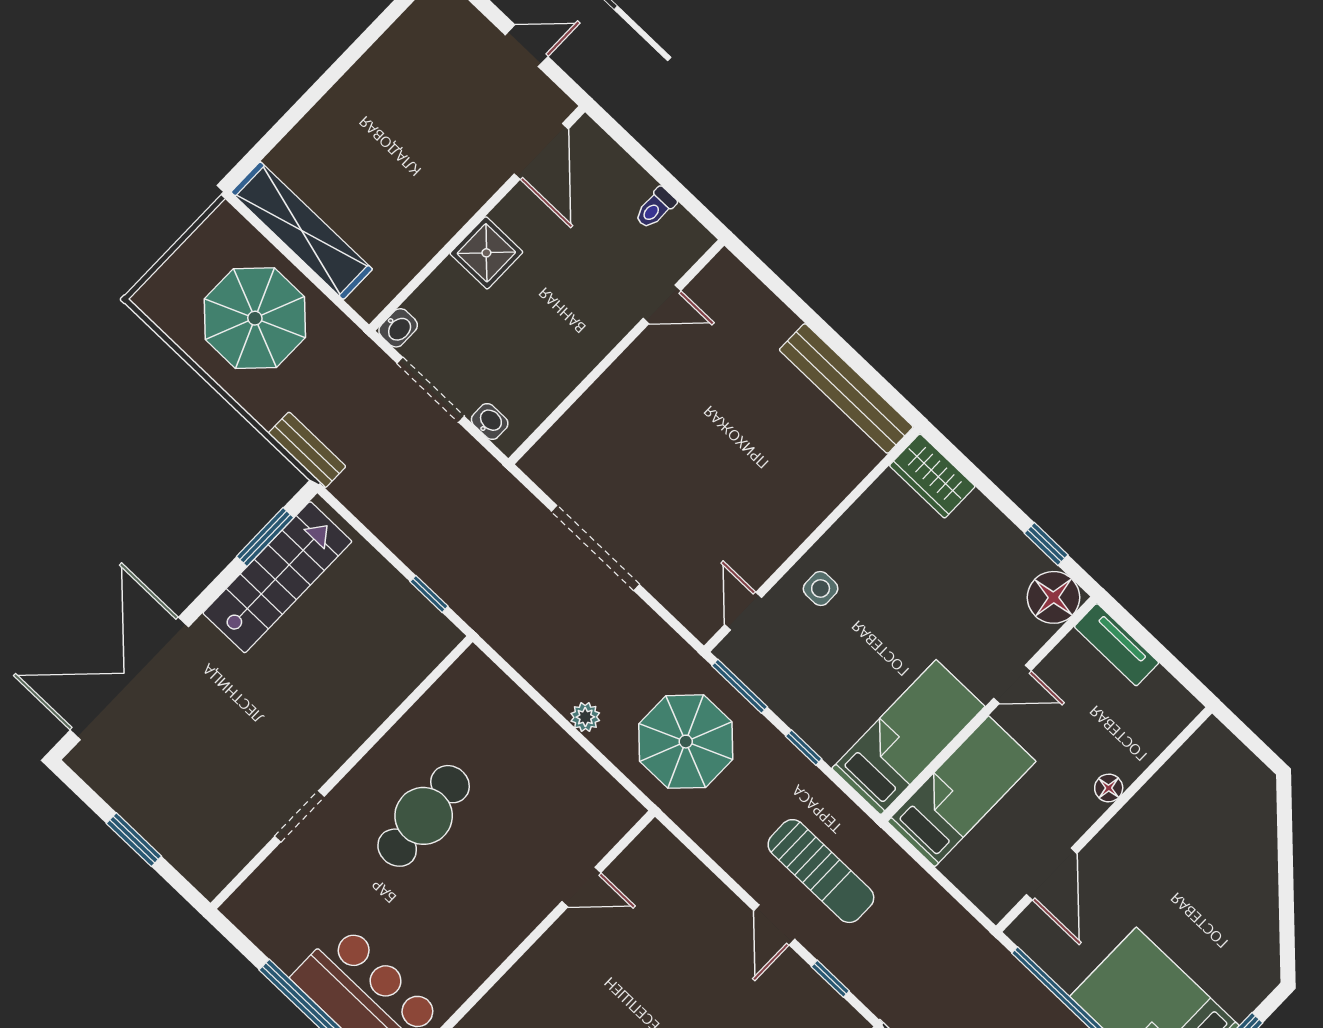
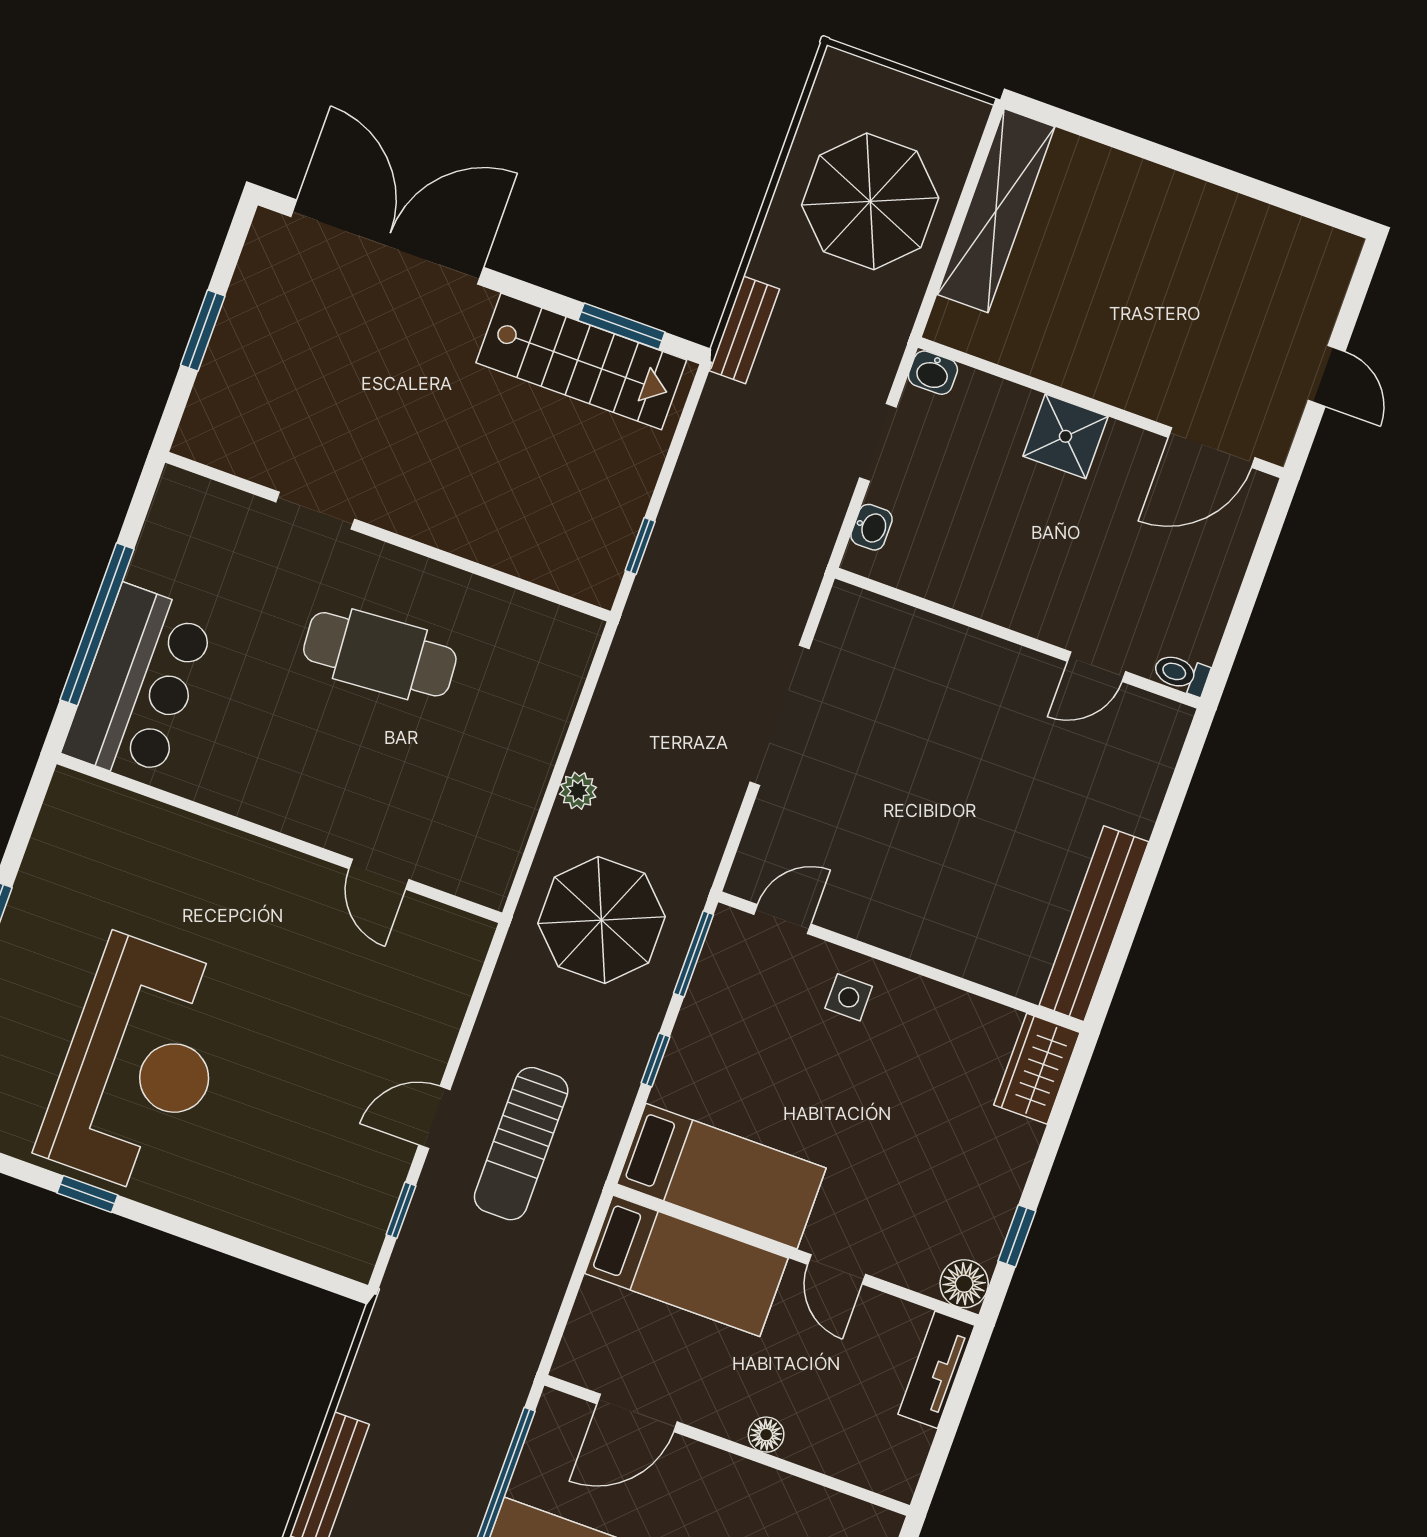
toilet: (655, 208) -> (1181, 674), moved
door: (662, 304) -> (1096, 667), hinge flipped
doorway: (431, 390) -> (878, 442), width x0.73
floor lamp: (1054, 597) -> (964, 1284), width x0.73, depth x0.73

